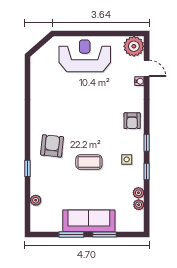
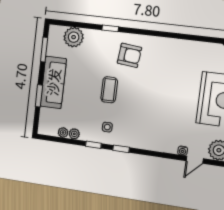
armchair: (132, 121) -> (144, 138), removed
plant: (36, 200) -> (74, 37), width x1.88, depth x1.88
window: (71, 235) -> (44, 50), moved

